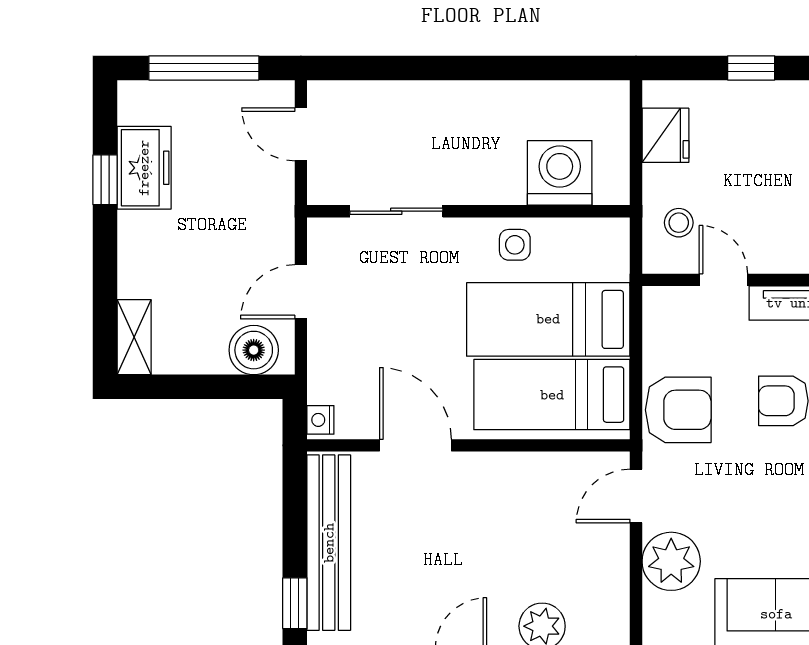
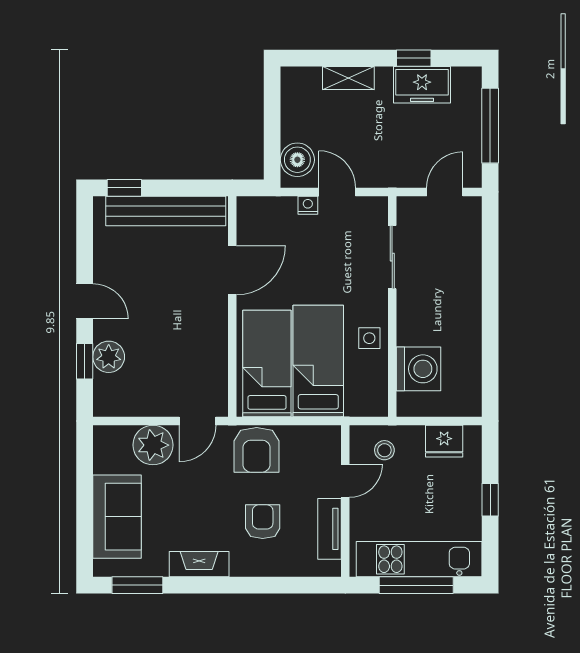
shelving: (134, 337) -> (348, 78), moved
nightstand: (320, 420) -> (308, 205), moved
door: (636, 496) -> (198, 421), swing flipped

